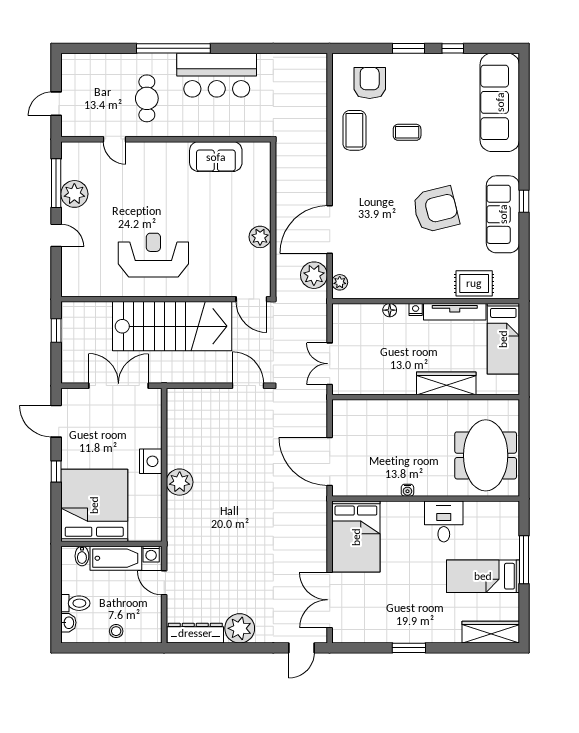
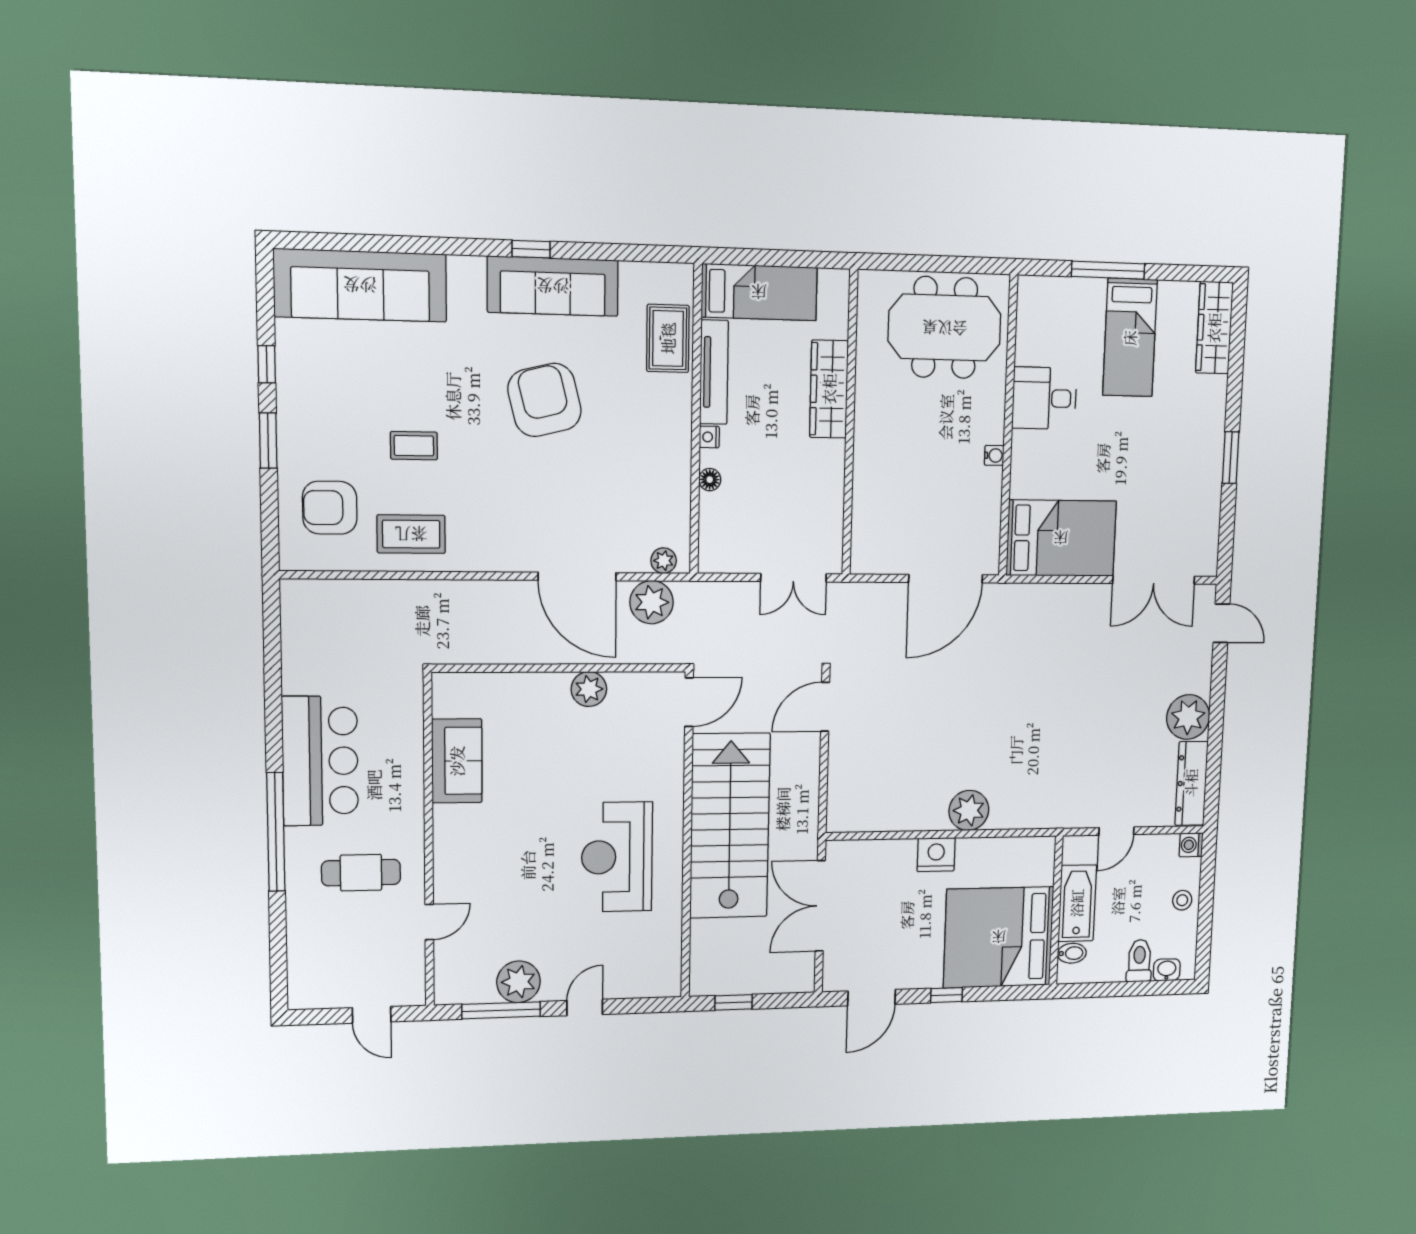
coffee table: (407, 132) -> (414, 446), turned 90
washing machine: (151, 554) -> (1191, 845), moved, turned 180

